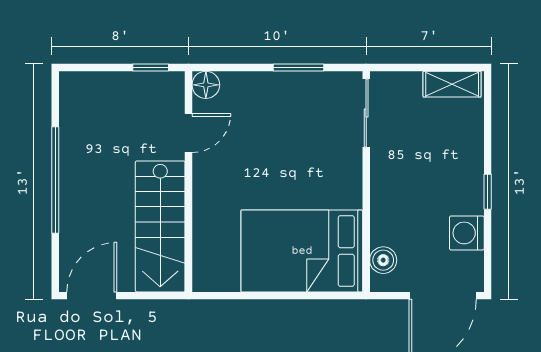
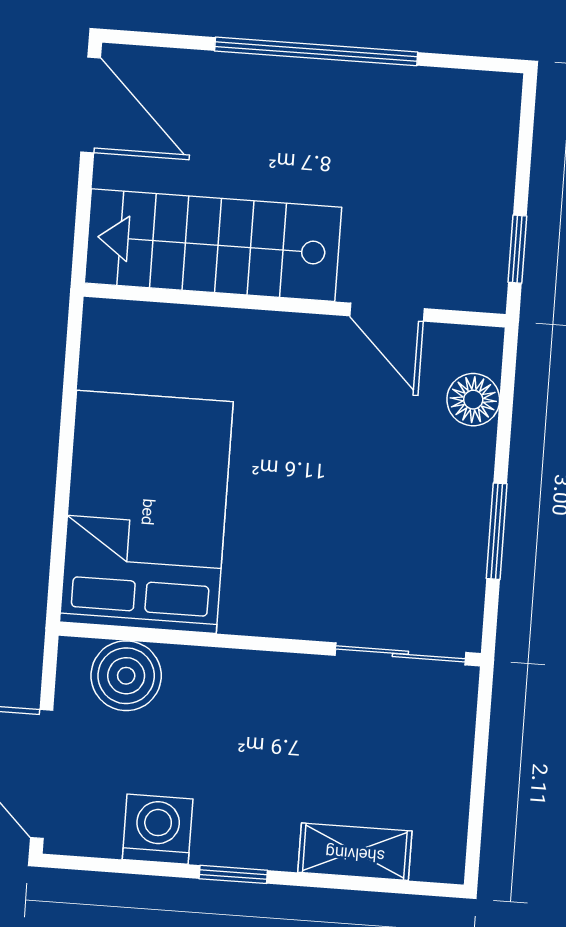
shelving: (452, 84) -> (355, 852), moved, turned 90
floor lamp: (206, 85) -> (473, 400), moved
boiler: (383, 260) -> (126, 676), width x1.36, depth x1.36

